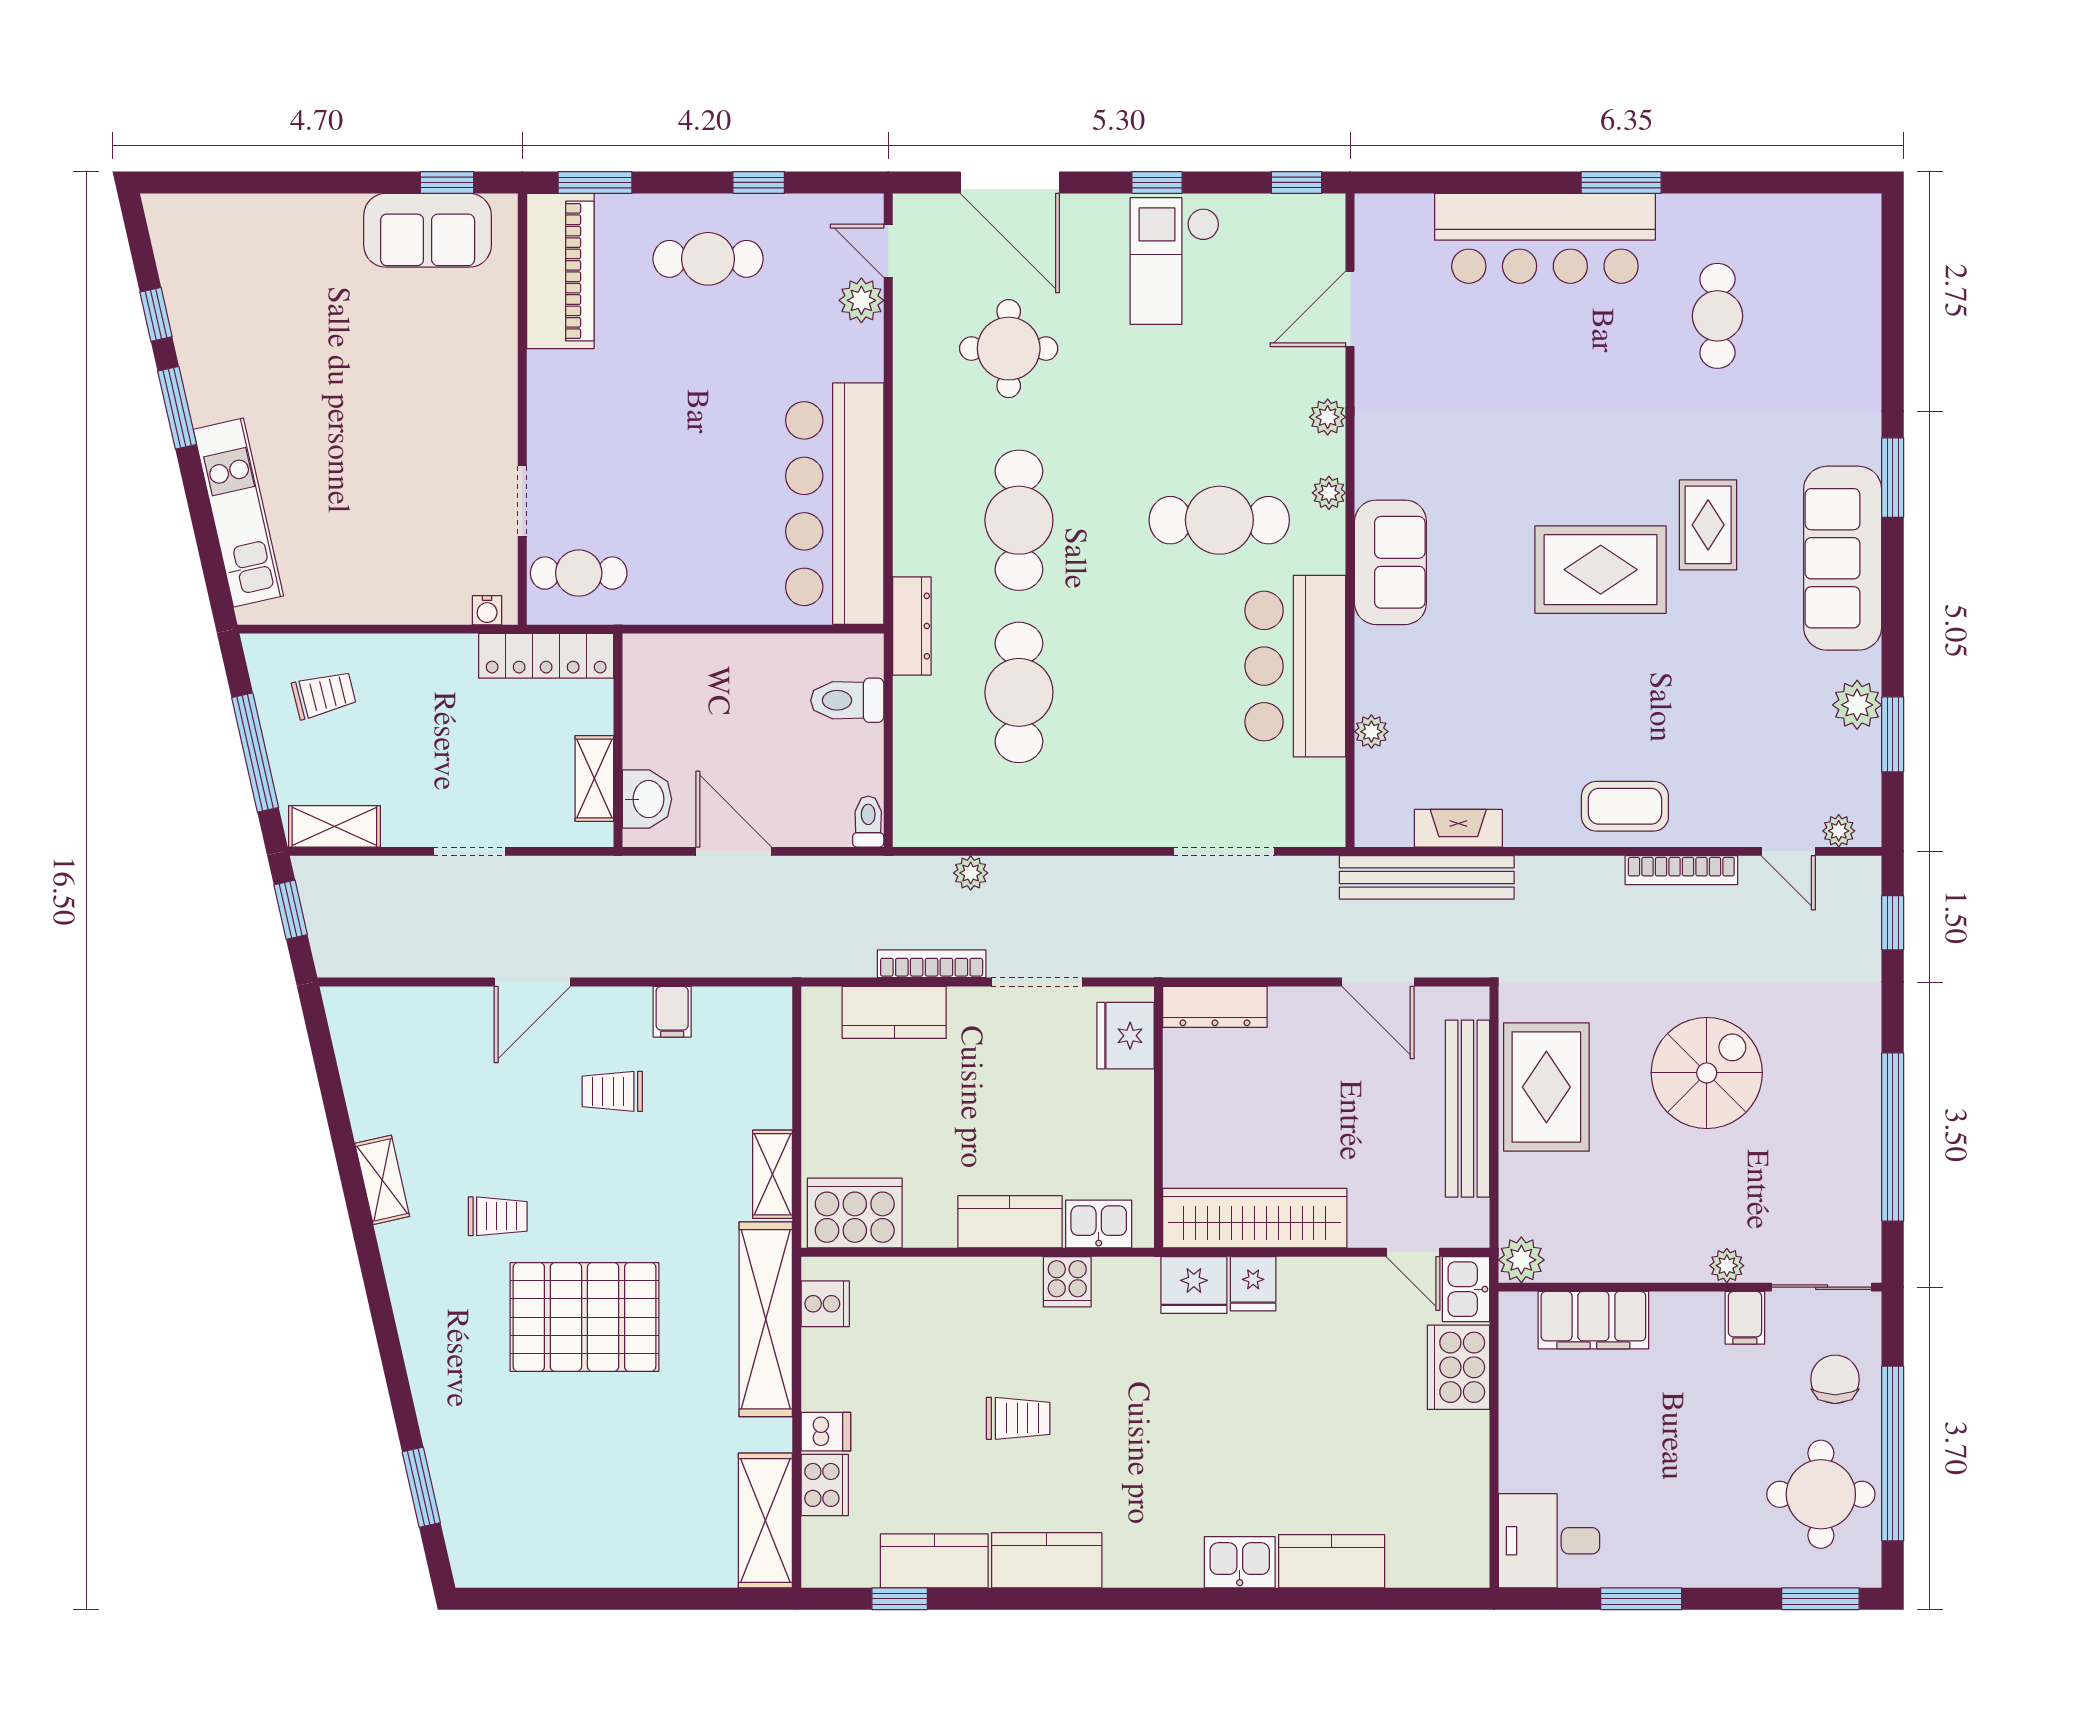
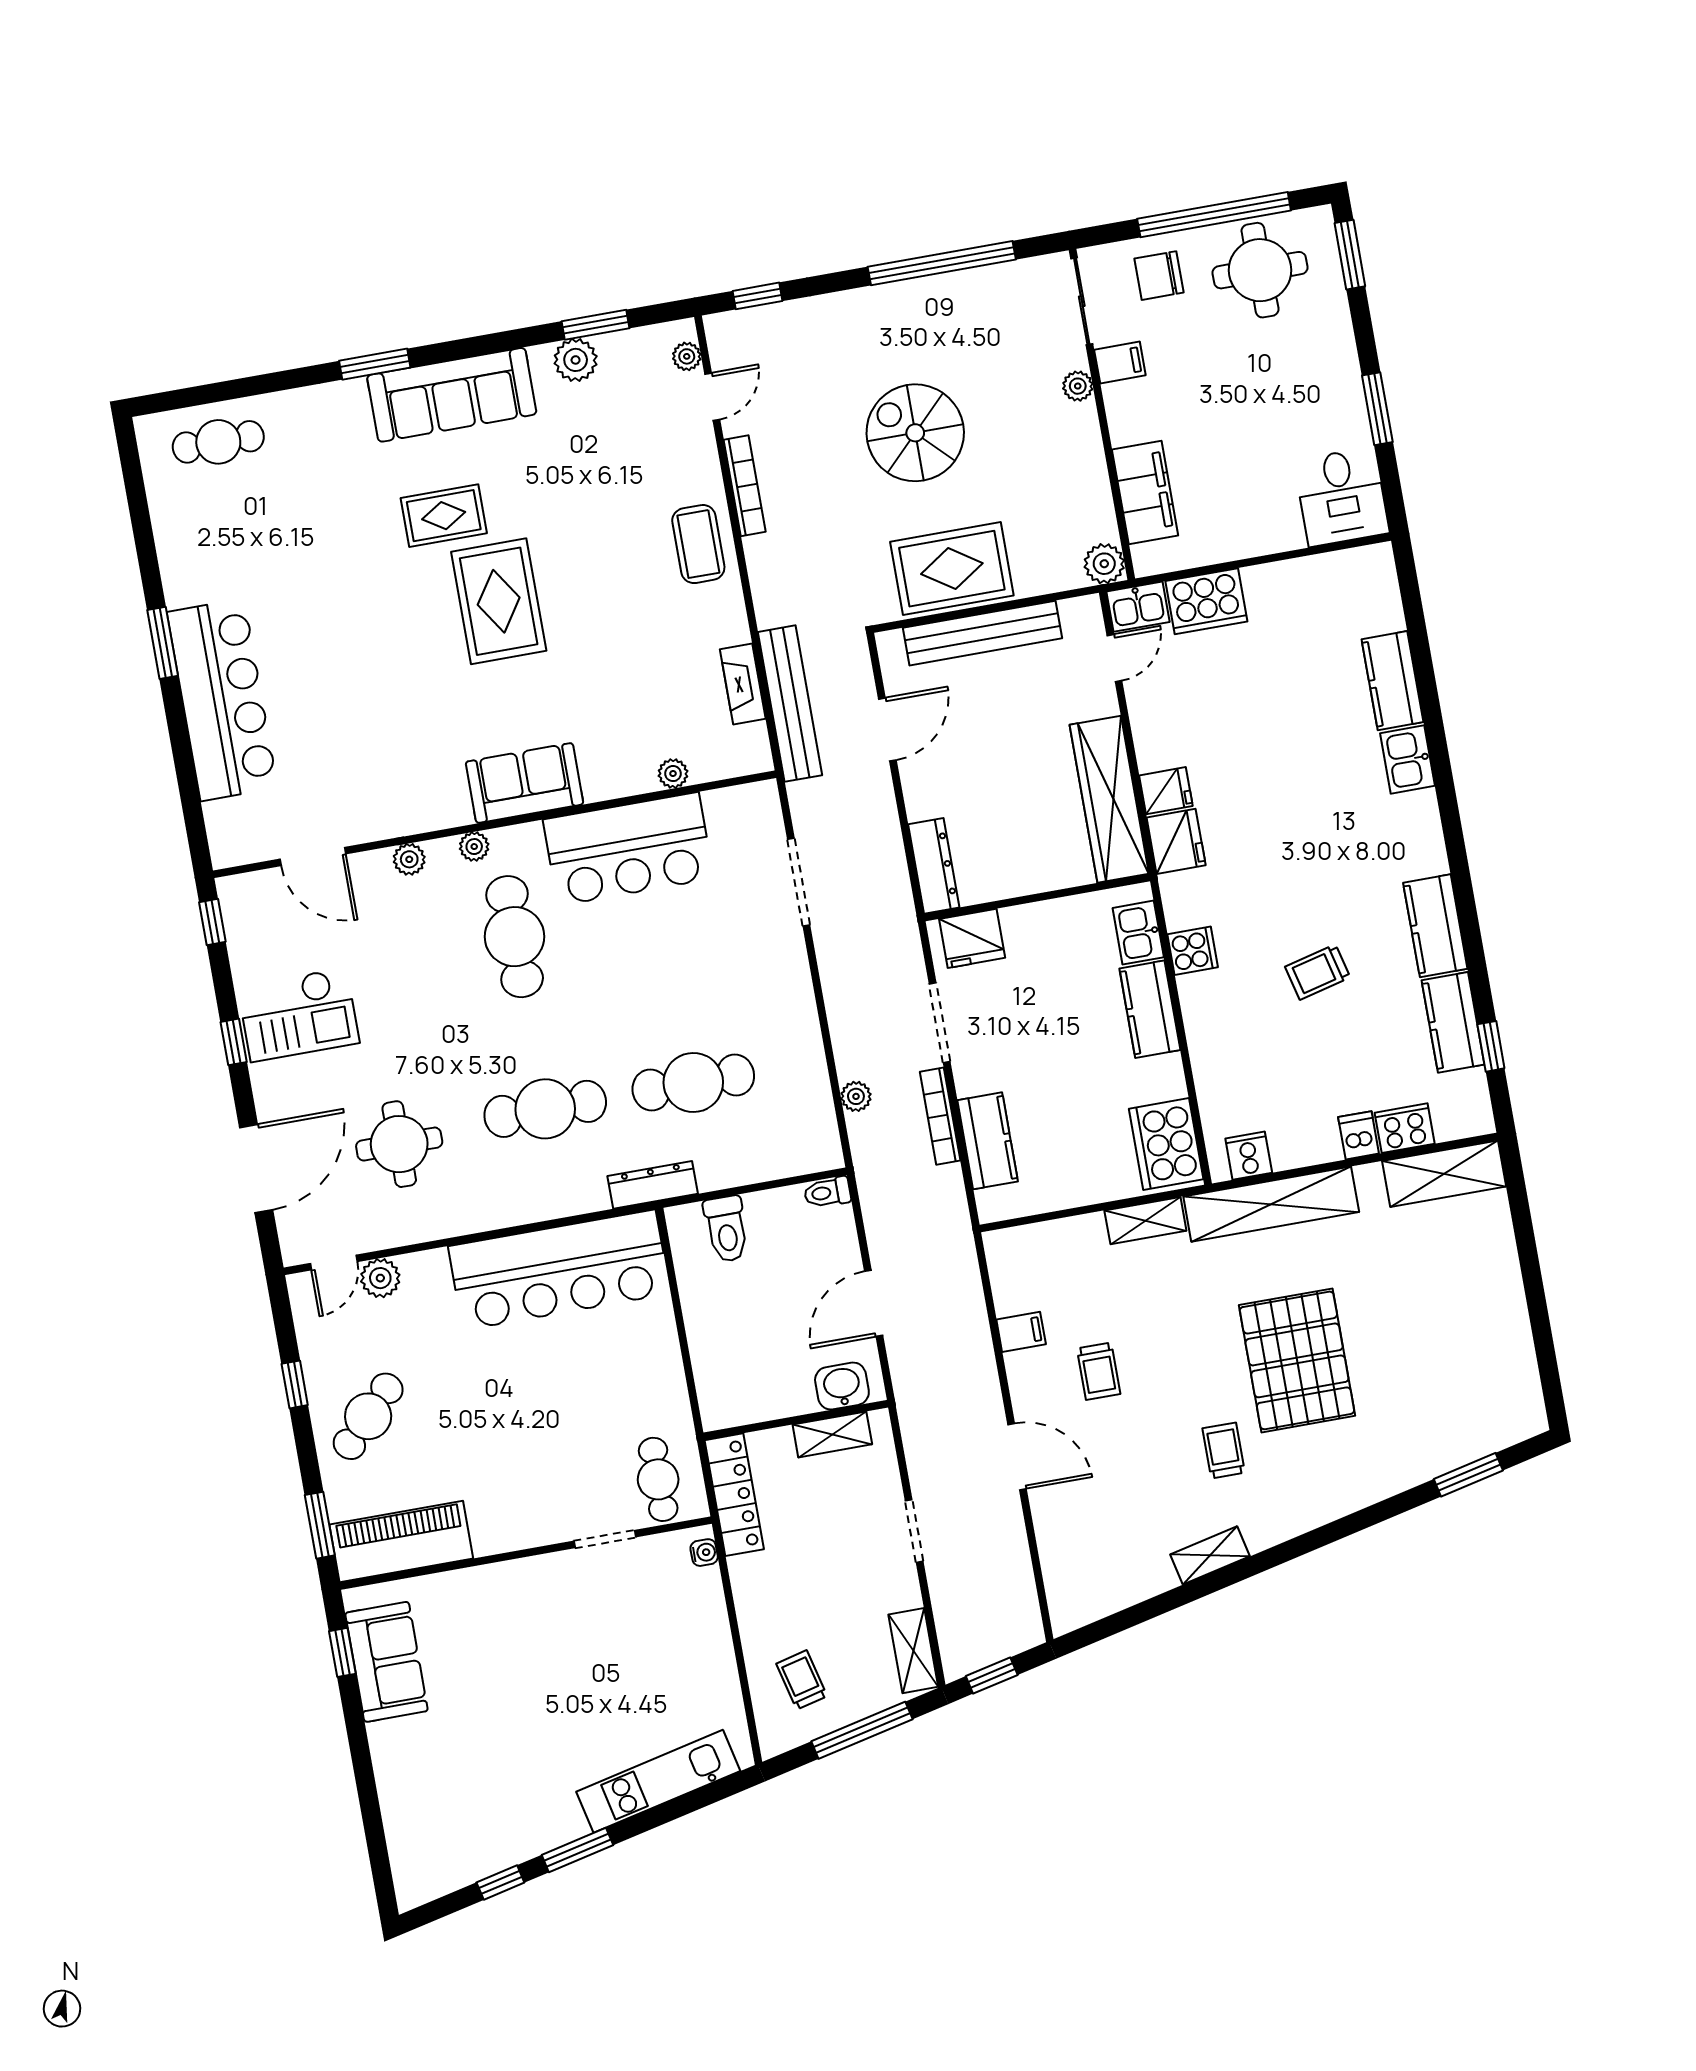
cafe table: (708, 259) -> (368, 1416), turned 44
cafe table: (1717, 316) -> (218, 442), moved
trolley: (1018, 1418) -> (1318, 972), turned -104

